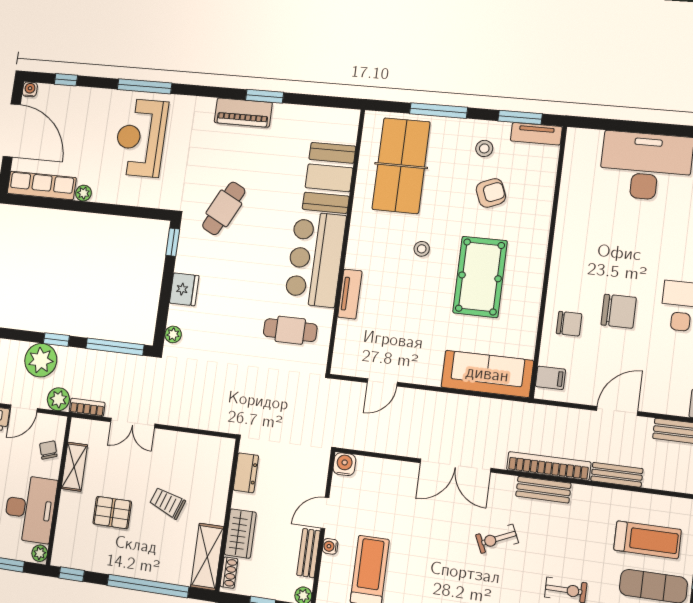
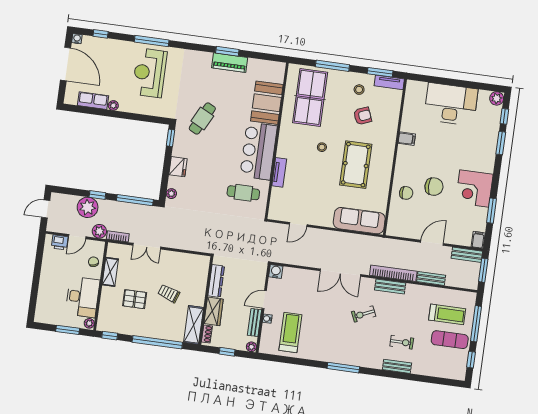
piano: (243, 112) -> (230, 63), moved
row of seats: (42, 186) -> (93, 101), width x0.68
filing cabinet: (550, 378) -> (407, 139), moved
dresser: (246, 473) -> (216, 281), width x1.44

